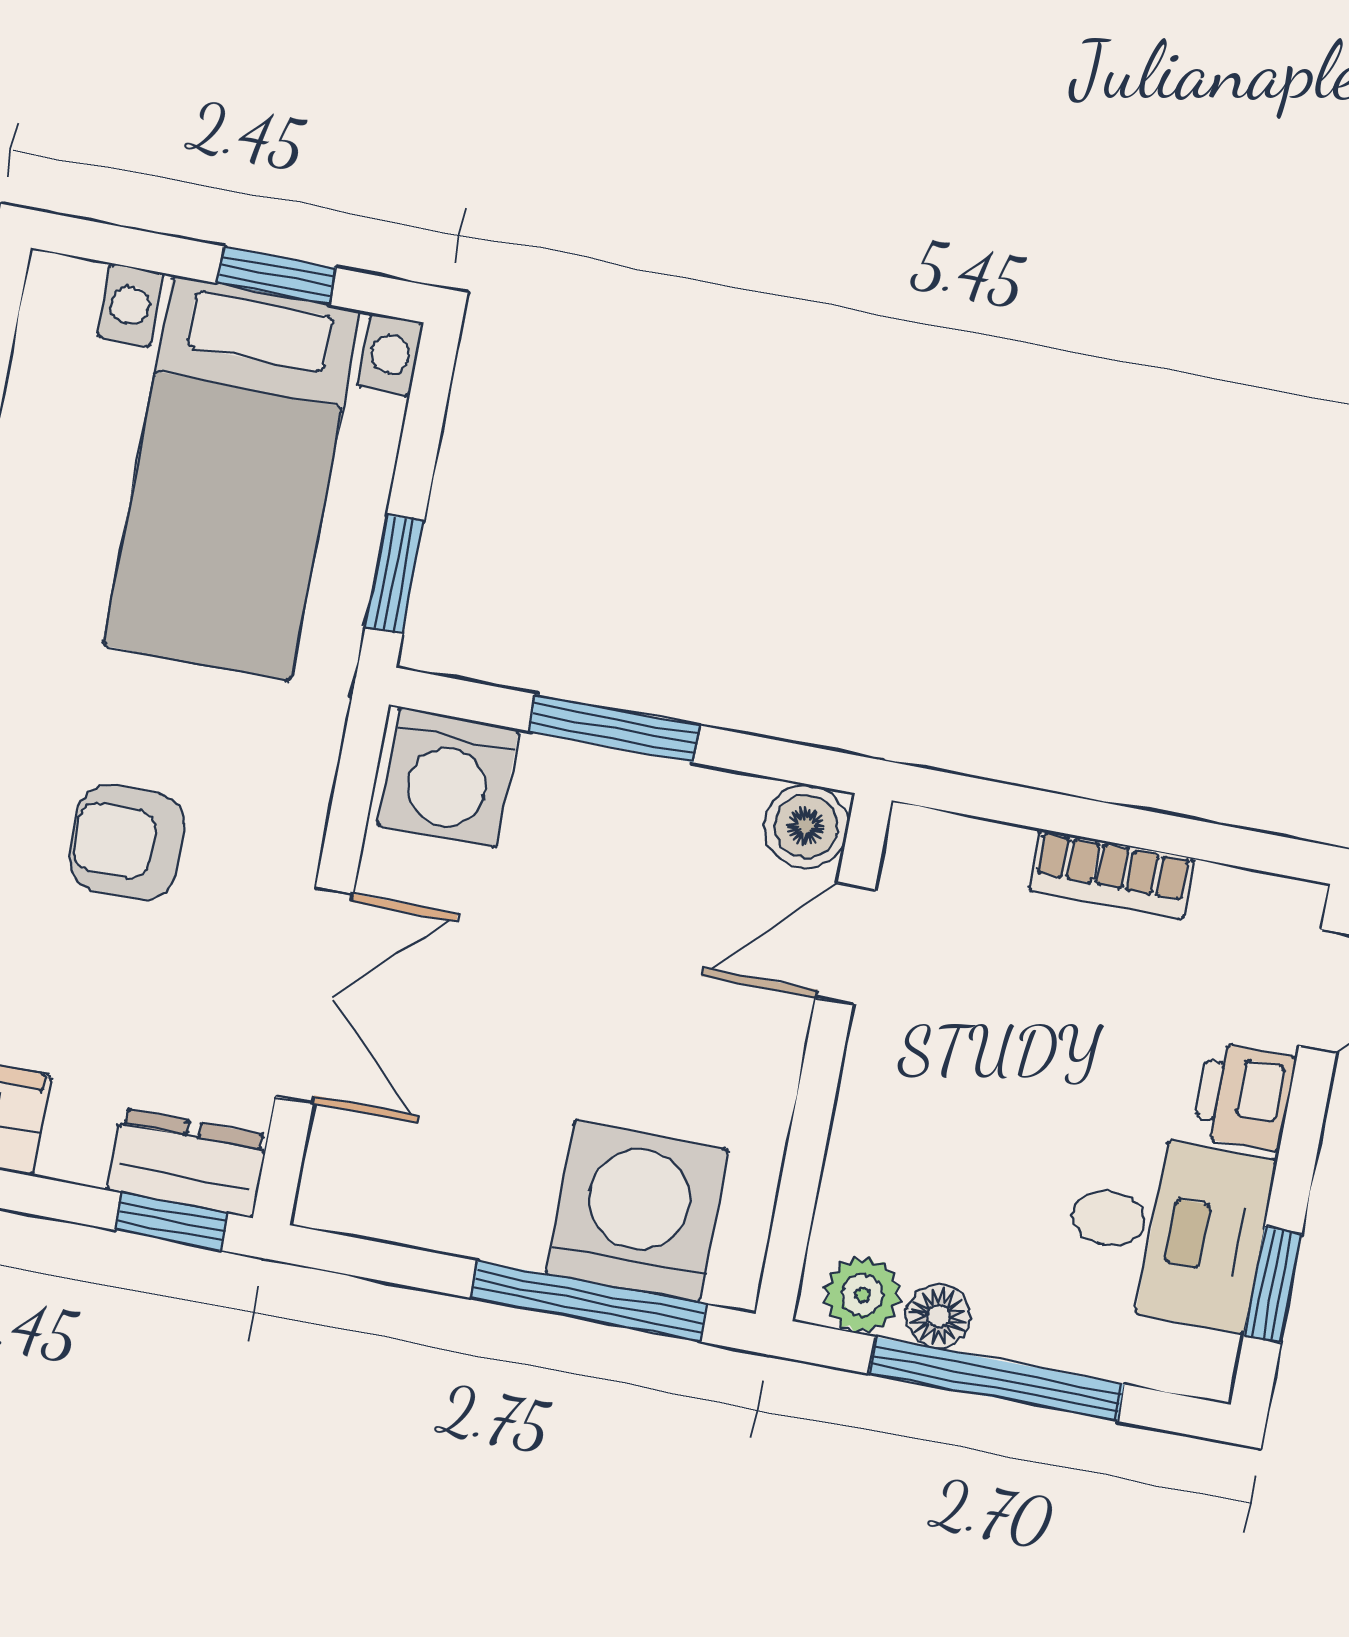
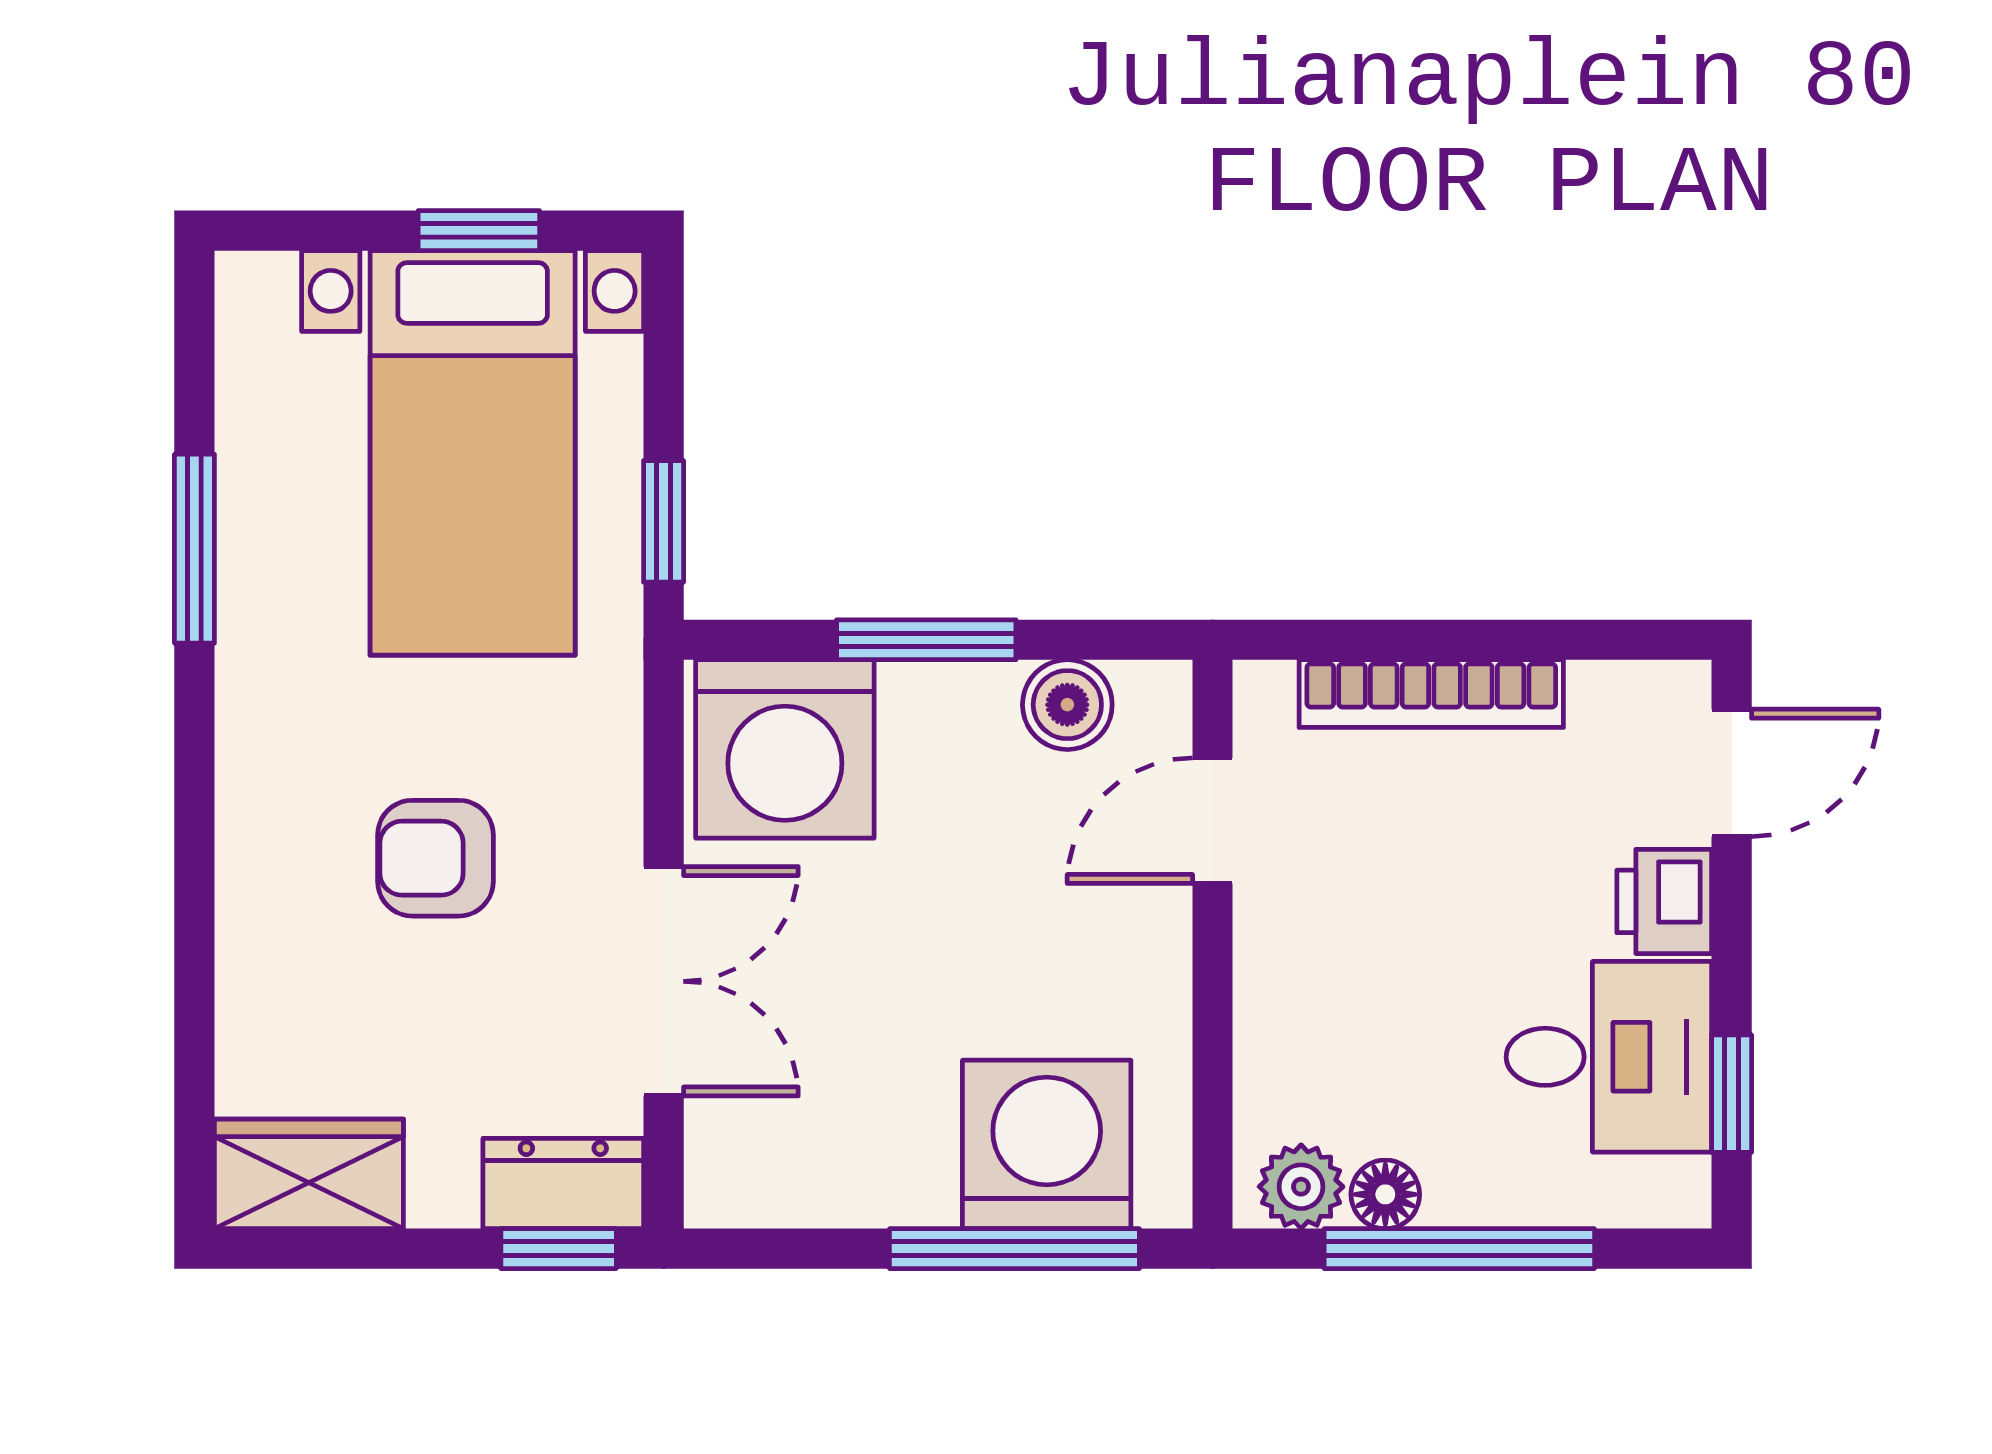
washing machine: (448, 777) -> (785, 749), width x1.37, depth x1.37
boiler: (806, 826) -> (1067, 705), moved
bookcase: (1111, 874) -> (1431, 694), width x1.56

